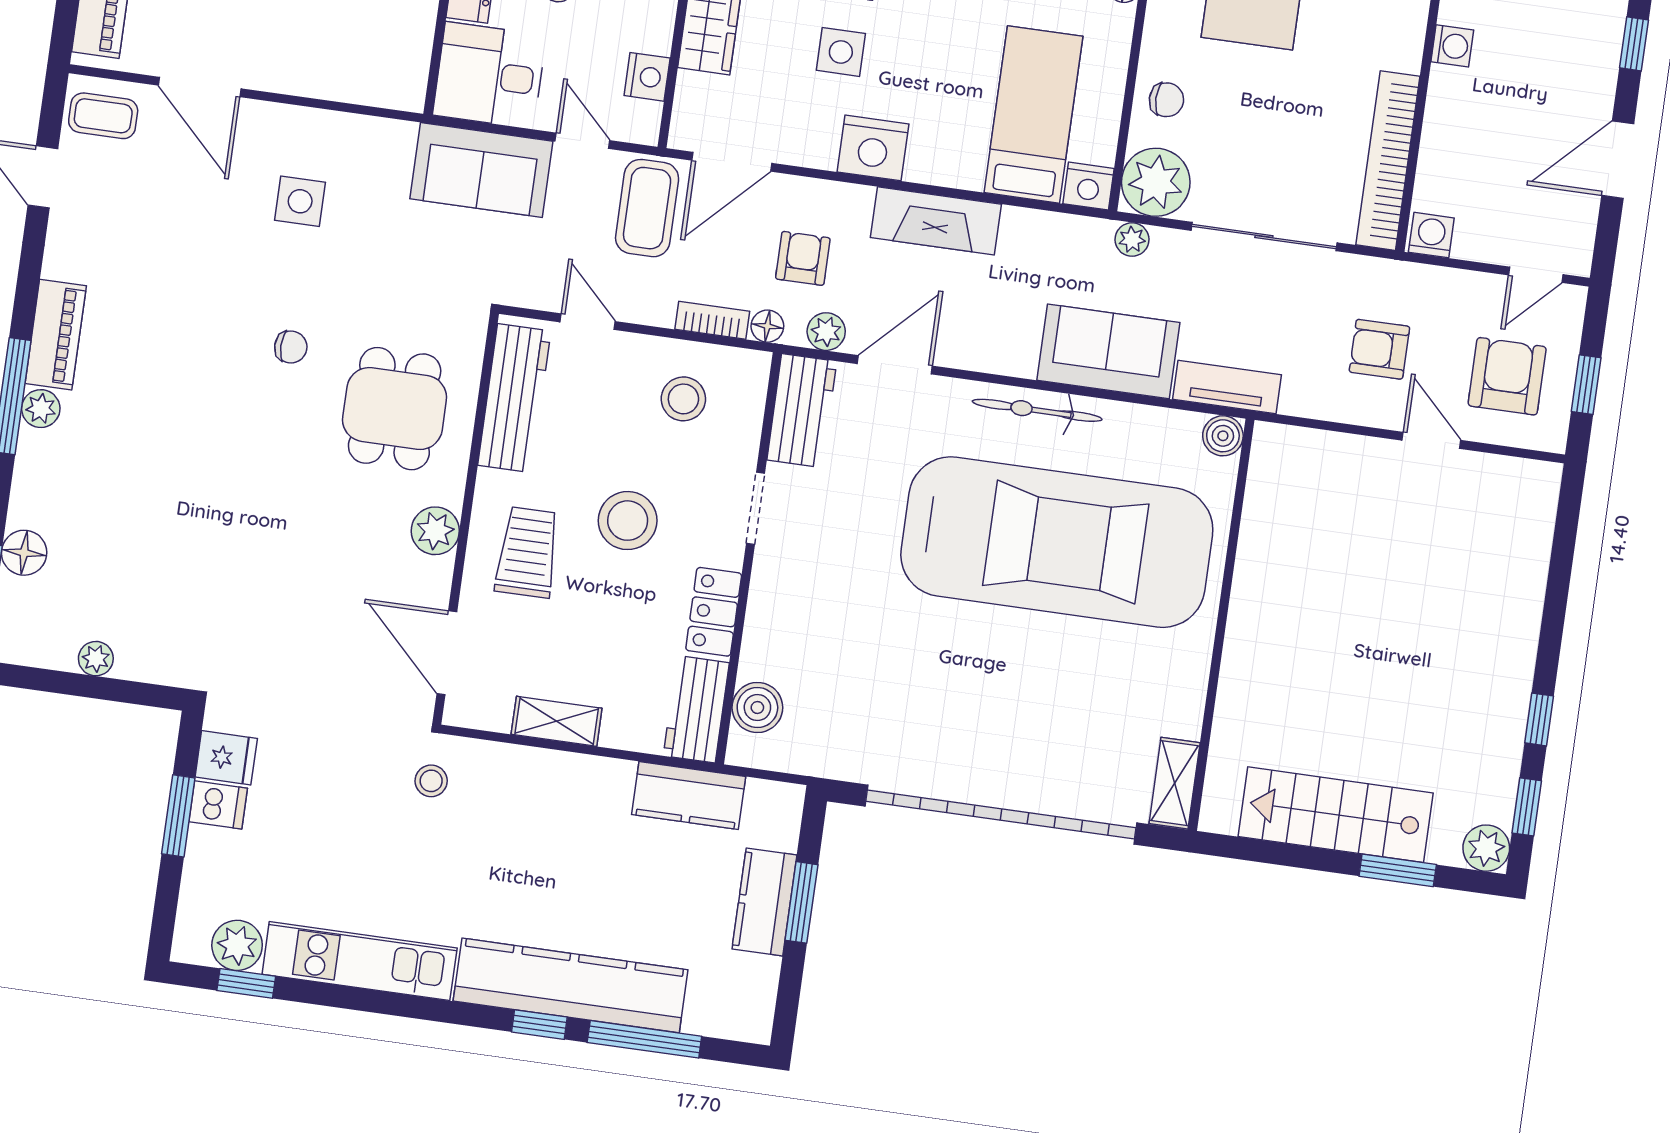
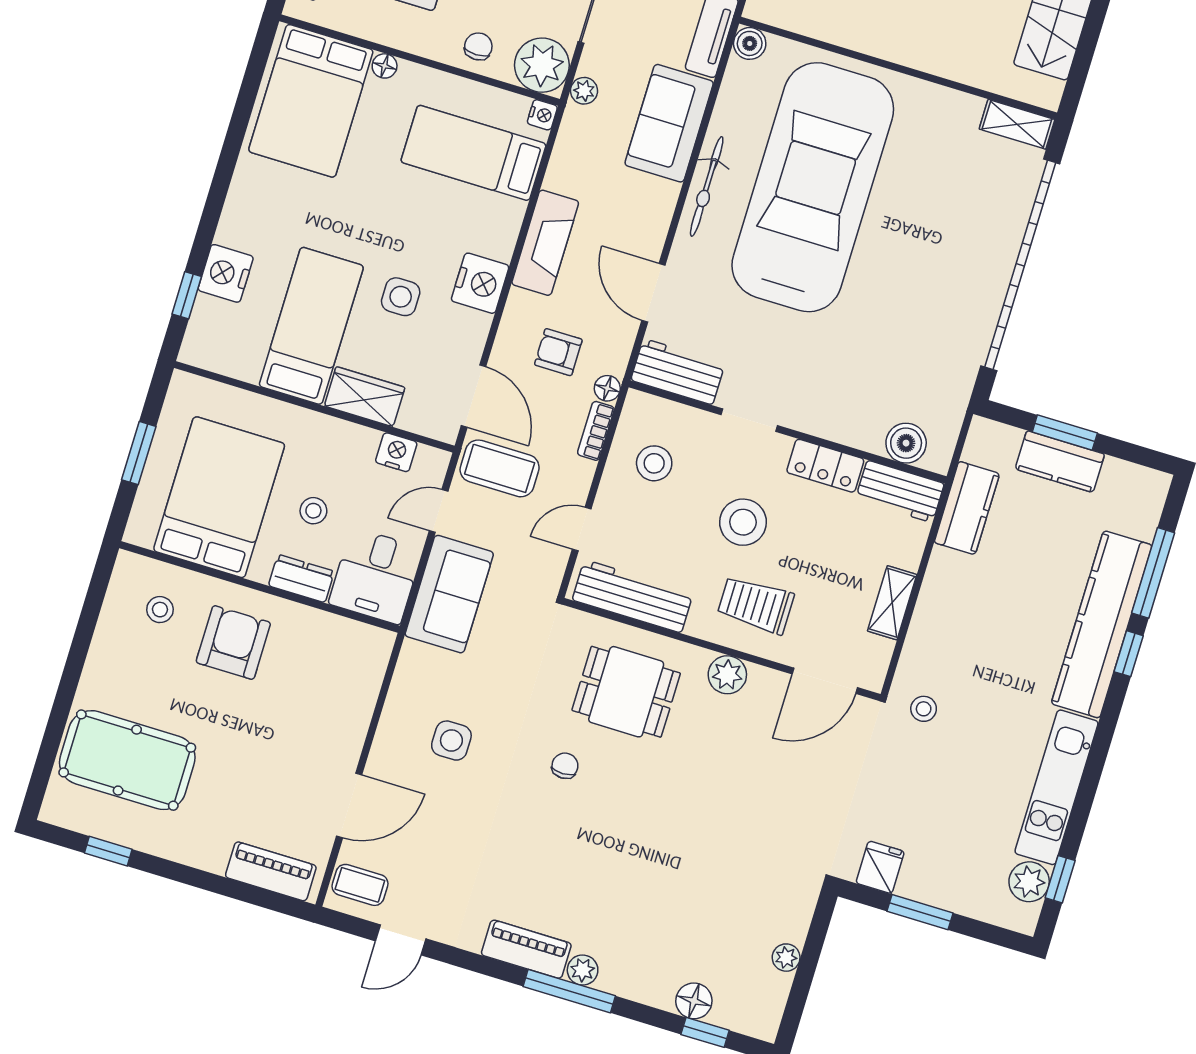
coffee table: (103, 116) -> (360, 885), turned 90
nightstand: (1088, 186) -> (542, 115), width x0.72, depth x0.74
plant: (826, 332) -> (619, 343), removed
dishwasher: (218, 805) -> (916, 879), removed

